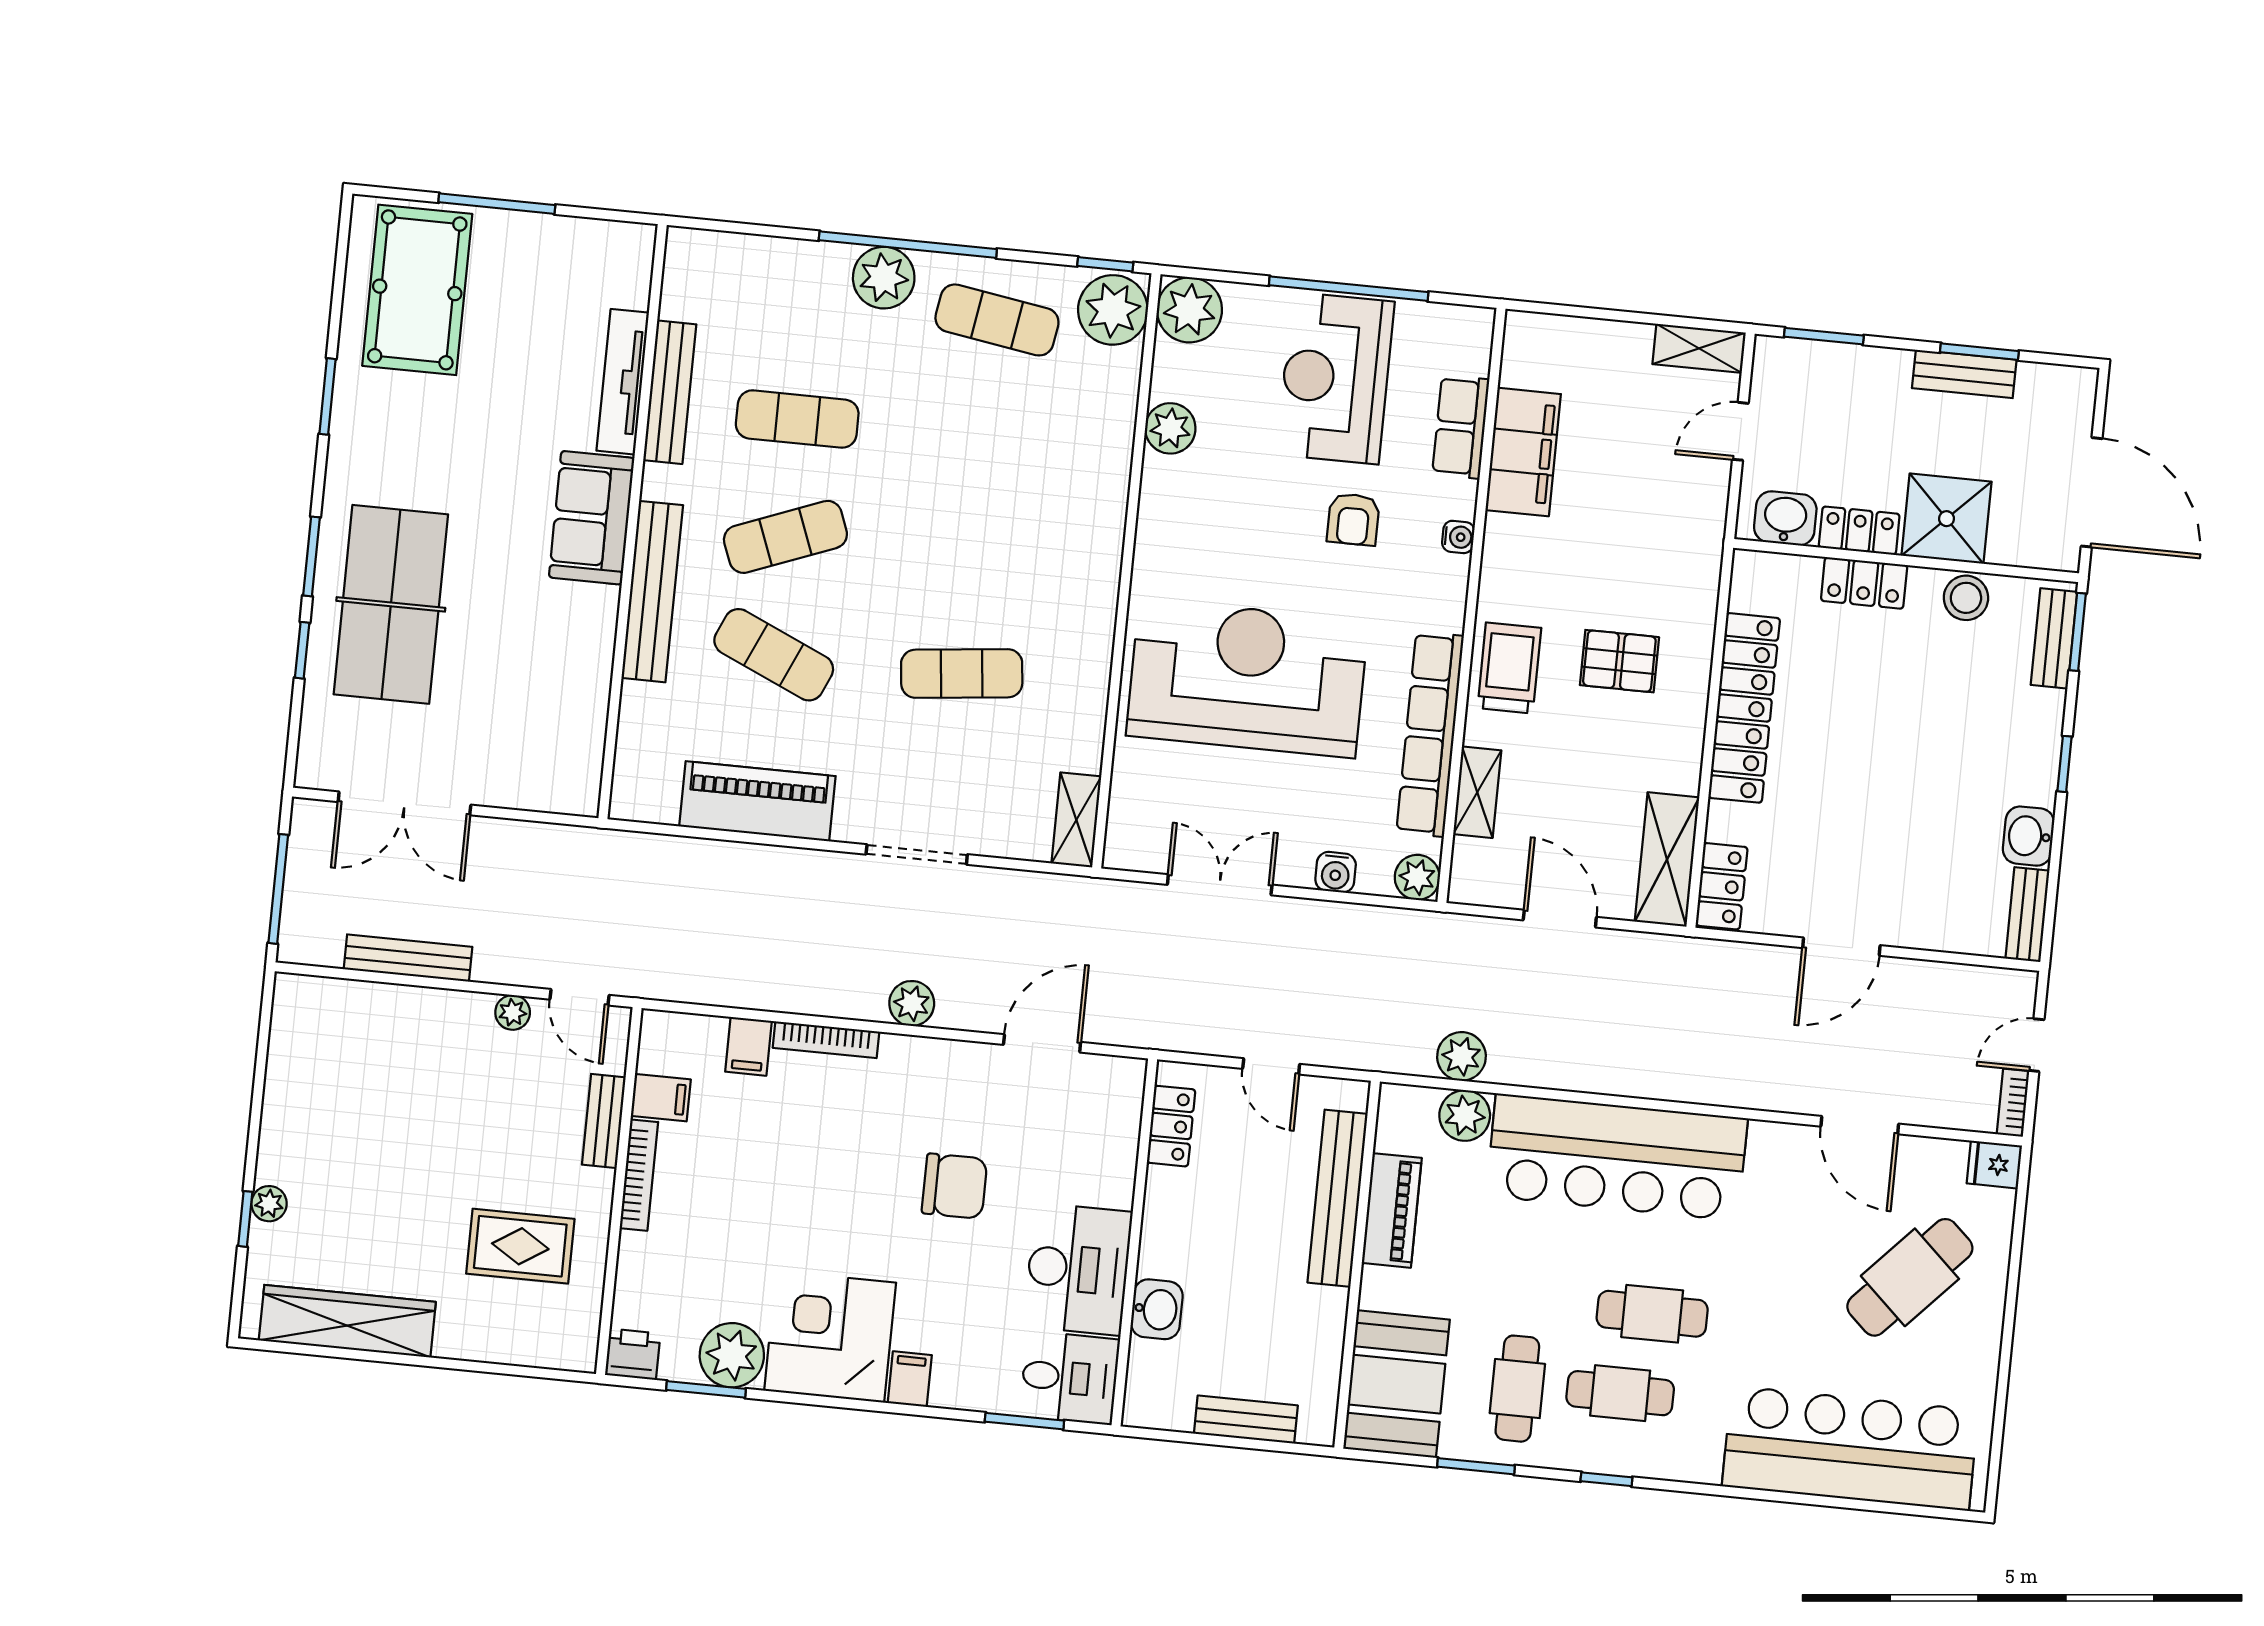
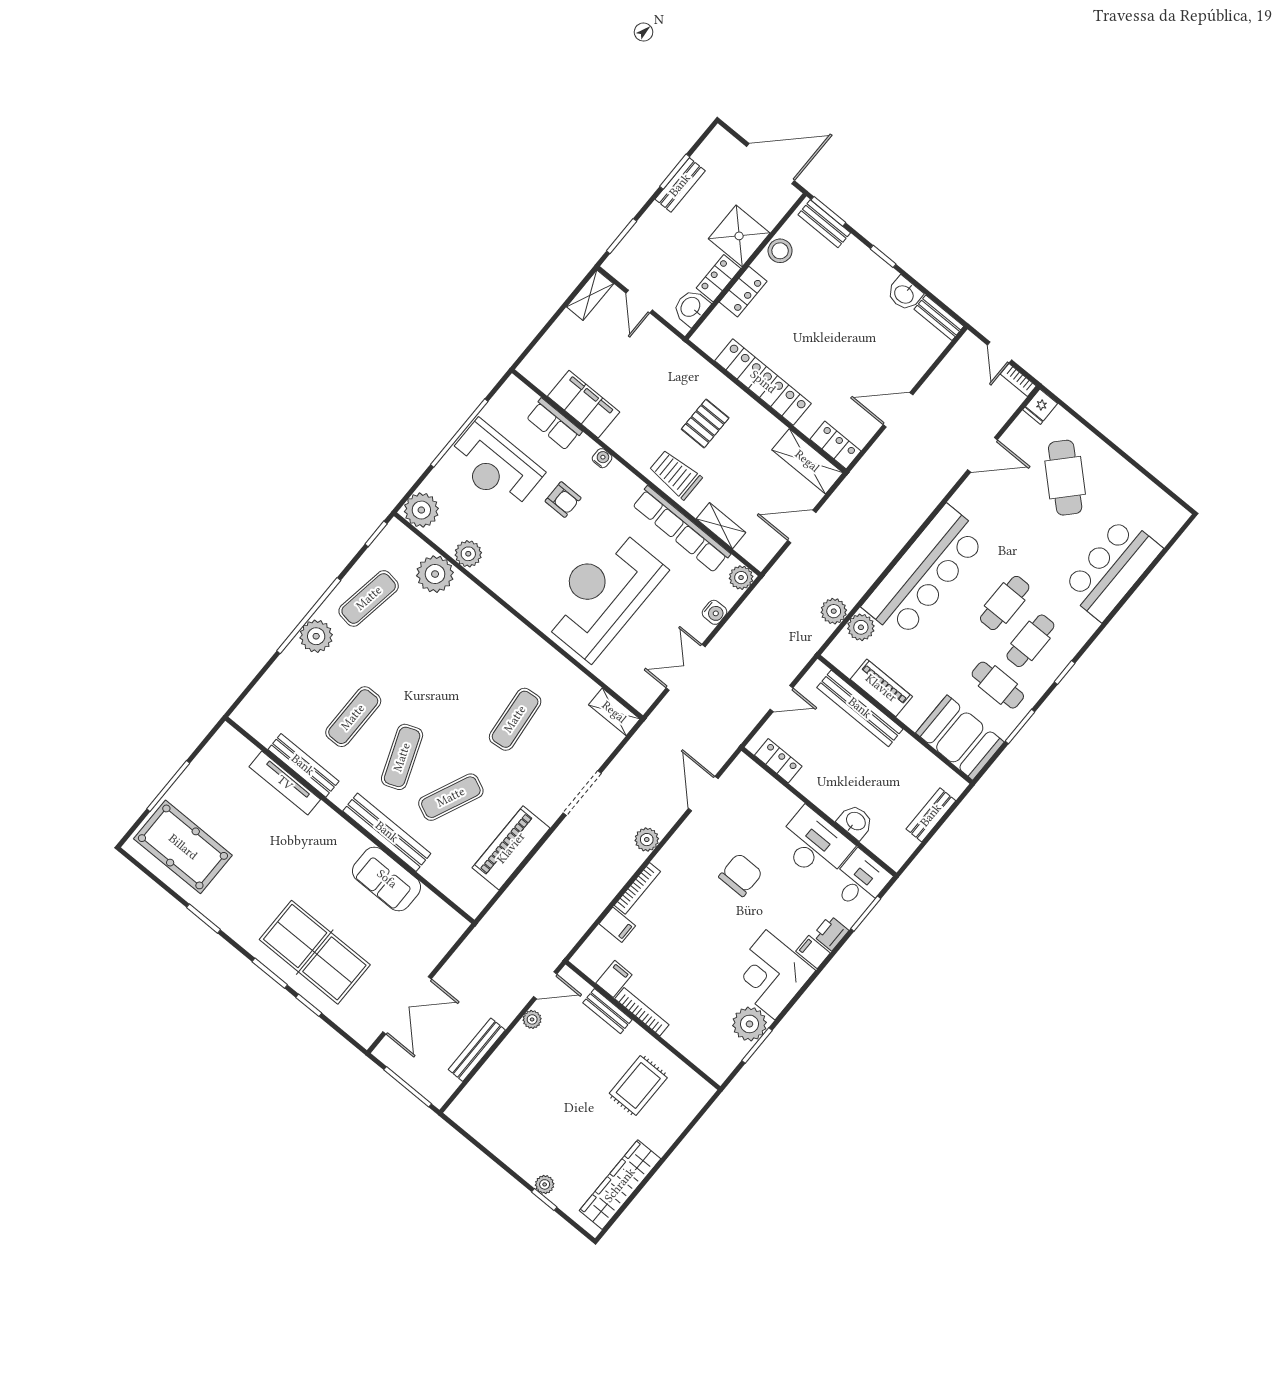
plant: (1113, 310) -> (435, 574), moved
sofa: (592, 518) -> (387, 879), moved
door: (1841, 947) -> (898, 410), swing flipped
printer: (633, 1354) -> (831, 933), moved
bar counter: (1850, 1448) -> (1112, 569), width x0.73

